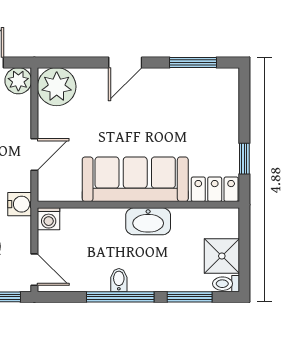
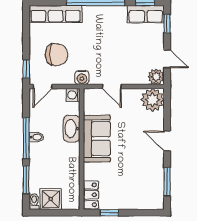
sofa: (135, 179) -> (97, 139), width x0.73
washbasin: (148, 221) -> (72, 129), moved

